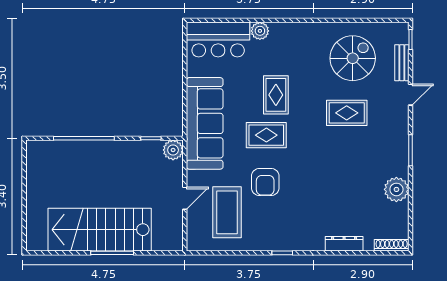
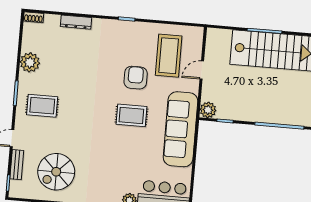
rug: (276, 95) -> (121, 147), removed
rug: (347, 113) -> (42, 106), moved
shoe rack: (392, 245) -> (33, 17), width x0.70

